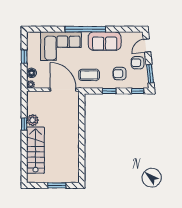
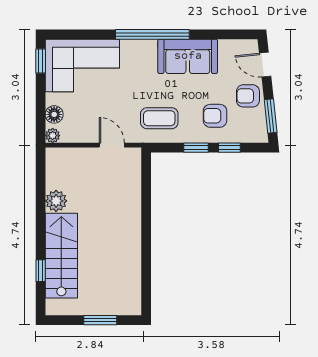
corner sofa: (61, 46) -> (82, 66), moved
door: (147, 46) -> (265, 65), hinge flipped
window: (24, 57) -> (41, 61), moved
door: (63, 90) -> (112, 145), width x0.53
window: (138, 91) -> (229, 148), moved
window: (24, 124) -> (41, 271), moved

